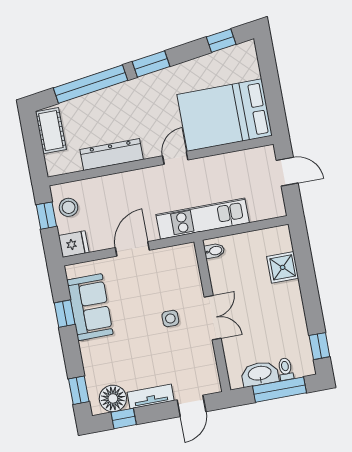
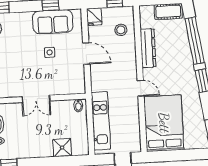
stool: (69, 207) -> (121, 30), moved
kitchen unit: (203, 219) -> (101, 121), moved
side table: (170, 318) -> (50, 52), moved

